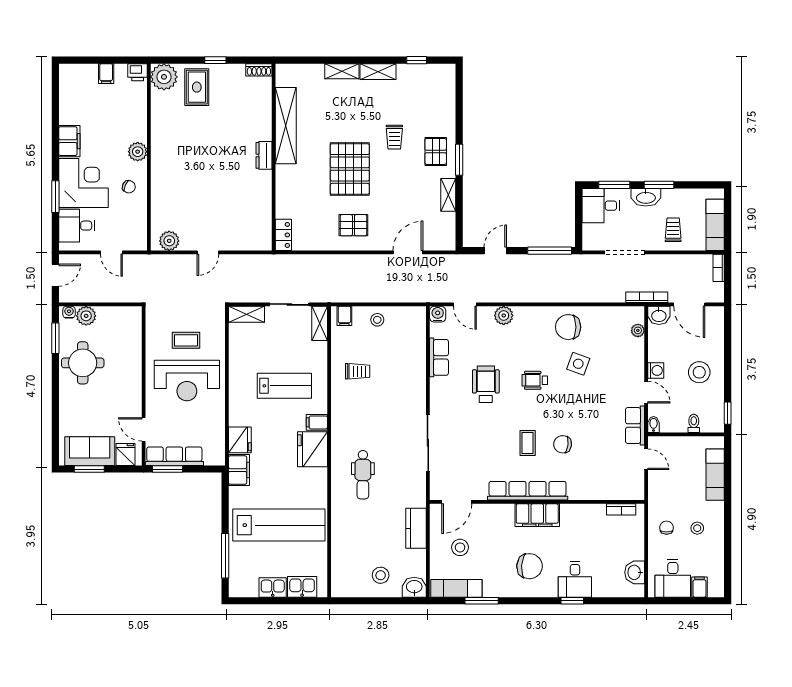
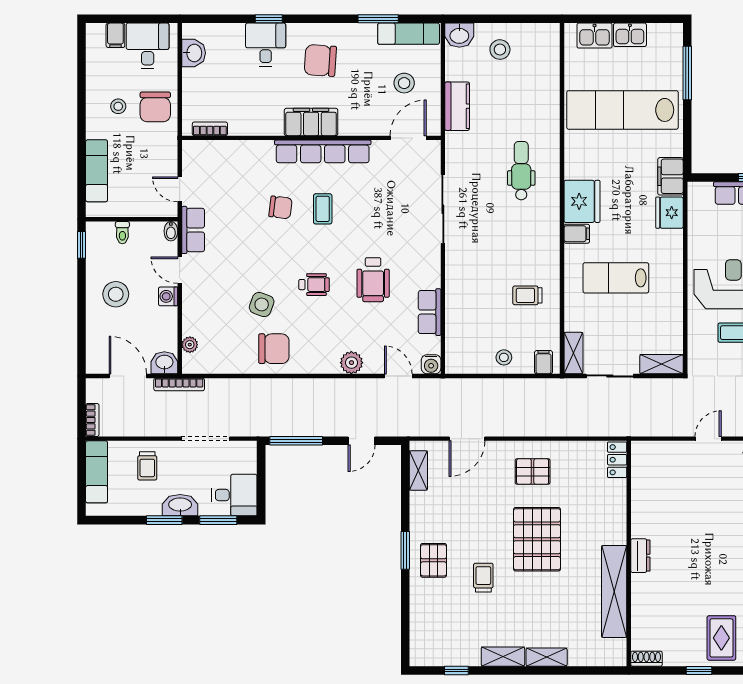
shelving: (448, 195) -> (418, 470), moved
chair: (667, 528) -> (155, 107), width x1.87, depth x1.87

